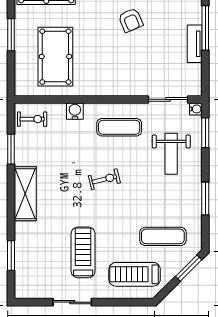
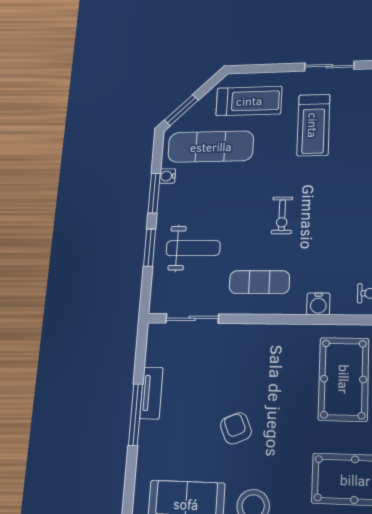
water cooler: (196, 109) -> (167, 176), moved
window: (205, 133) -> (150, 248), moved
weight bench: (171, 154) -> (193, 248), turned 90
exercise bike: (104, 179) -> (282, 215), turned -76
exercise mat: (163, 236) -> (211, 147), width x1.36, depth x1.45

